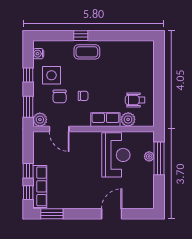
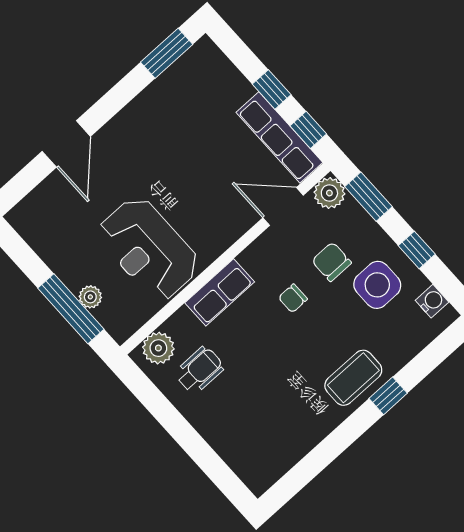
plant: (128, 119) -> (158, 348), moved
row of seats: (40, 186) -> (279, 137), moved
window: (28, 193) -> (308, 130), moved

